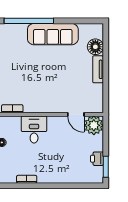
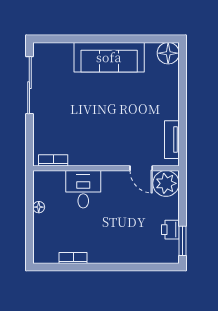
window: (29, 21) -> (76, 39), removed
floor lamp: (95, 47) -> (168, 53), moved
tv unit: (98, 69) -> (172, 140), moved

